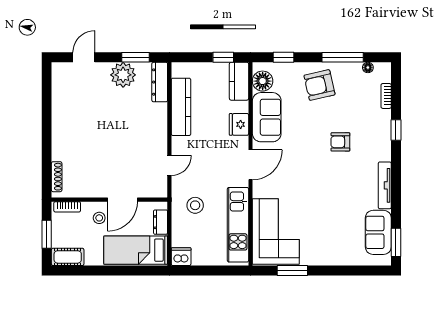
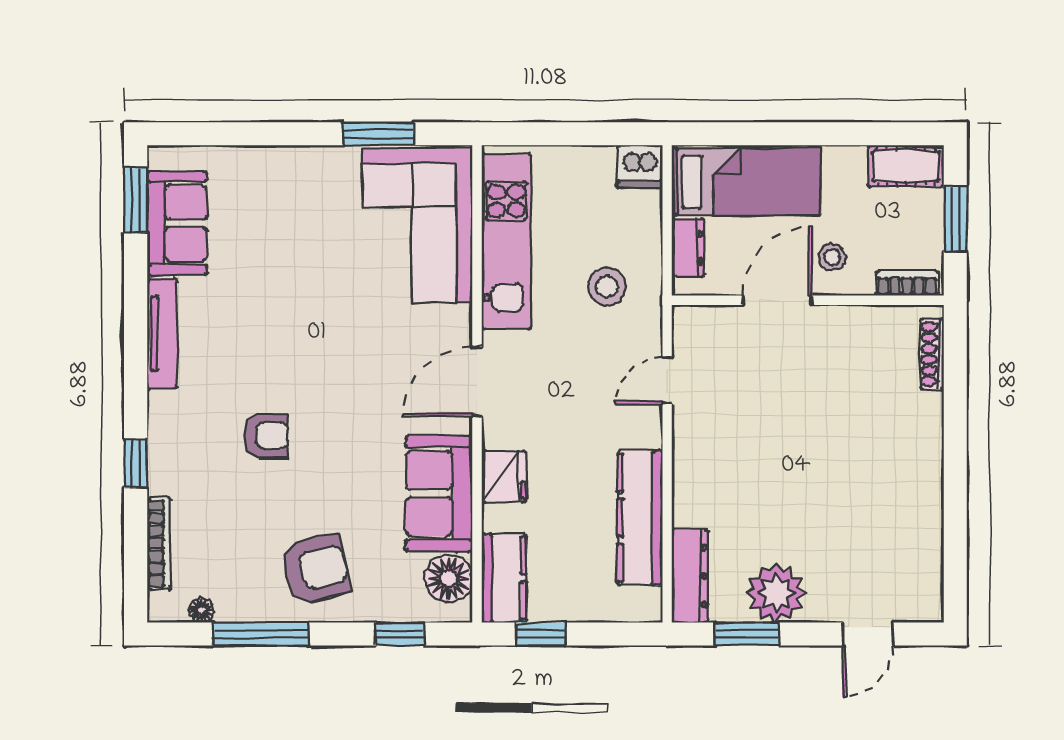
bookcase: (386, 96) -> (159, 543), width x1.56

